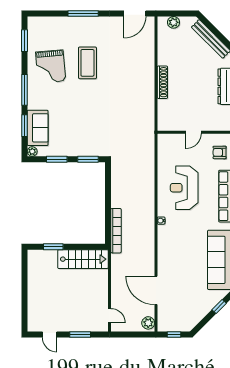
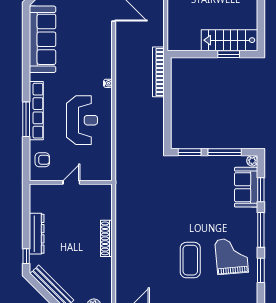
window: (24, 41) -> (261, 270), moved
window: (57, 159) -> (225, 152), width x1.44
stairs: (83, 259) -> (229, 40), moved

